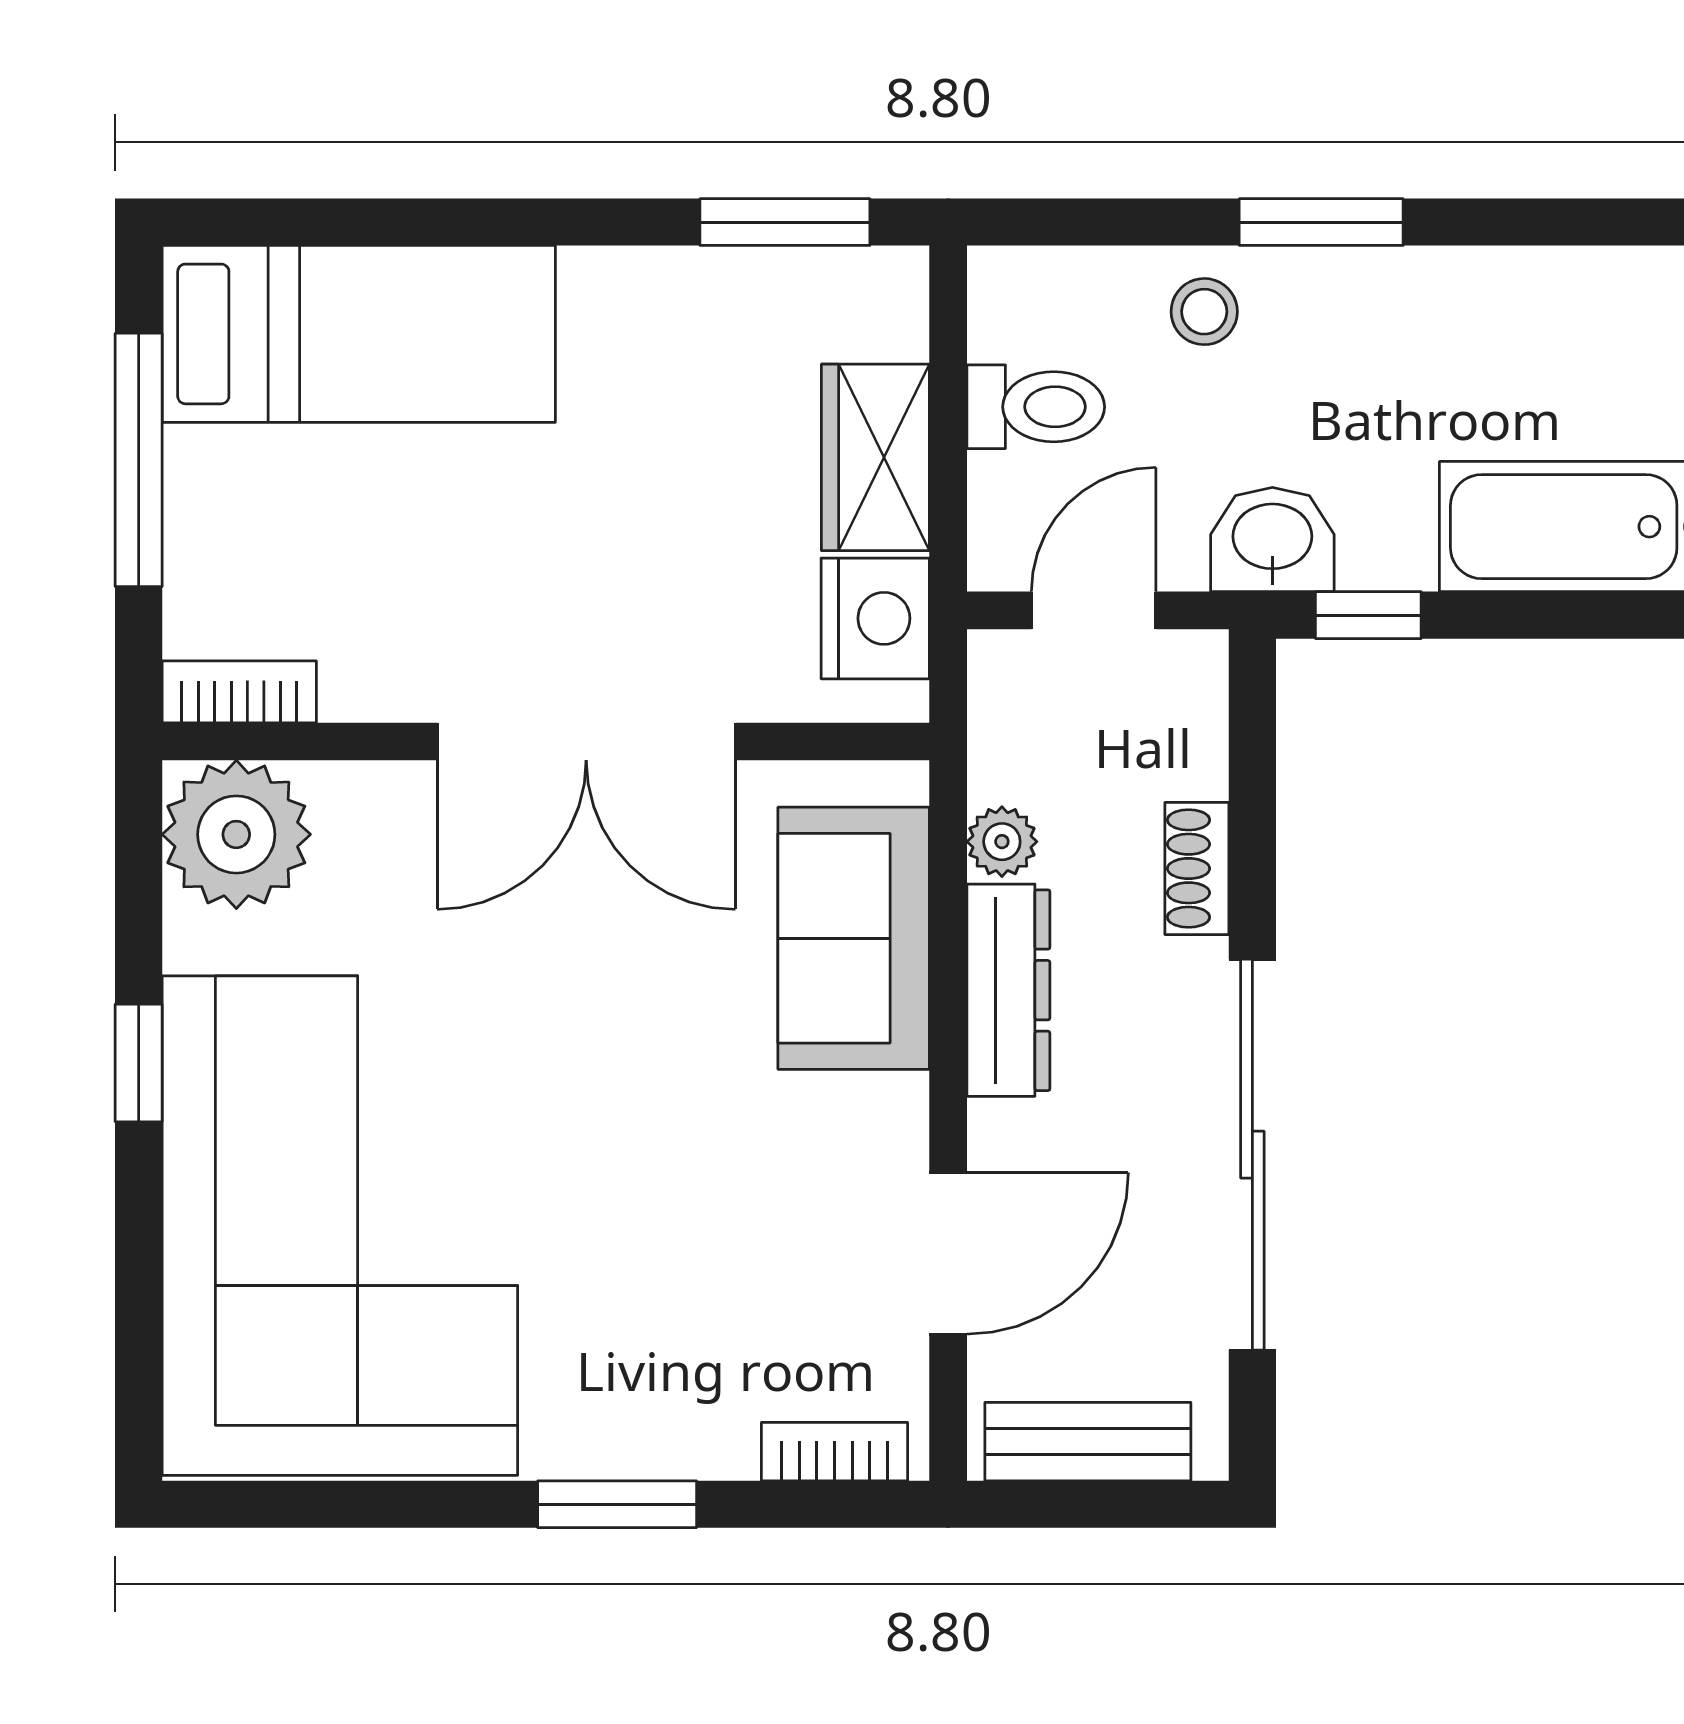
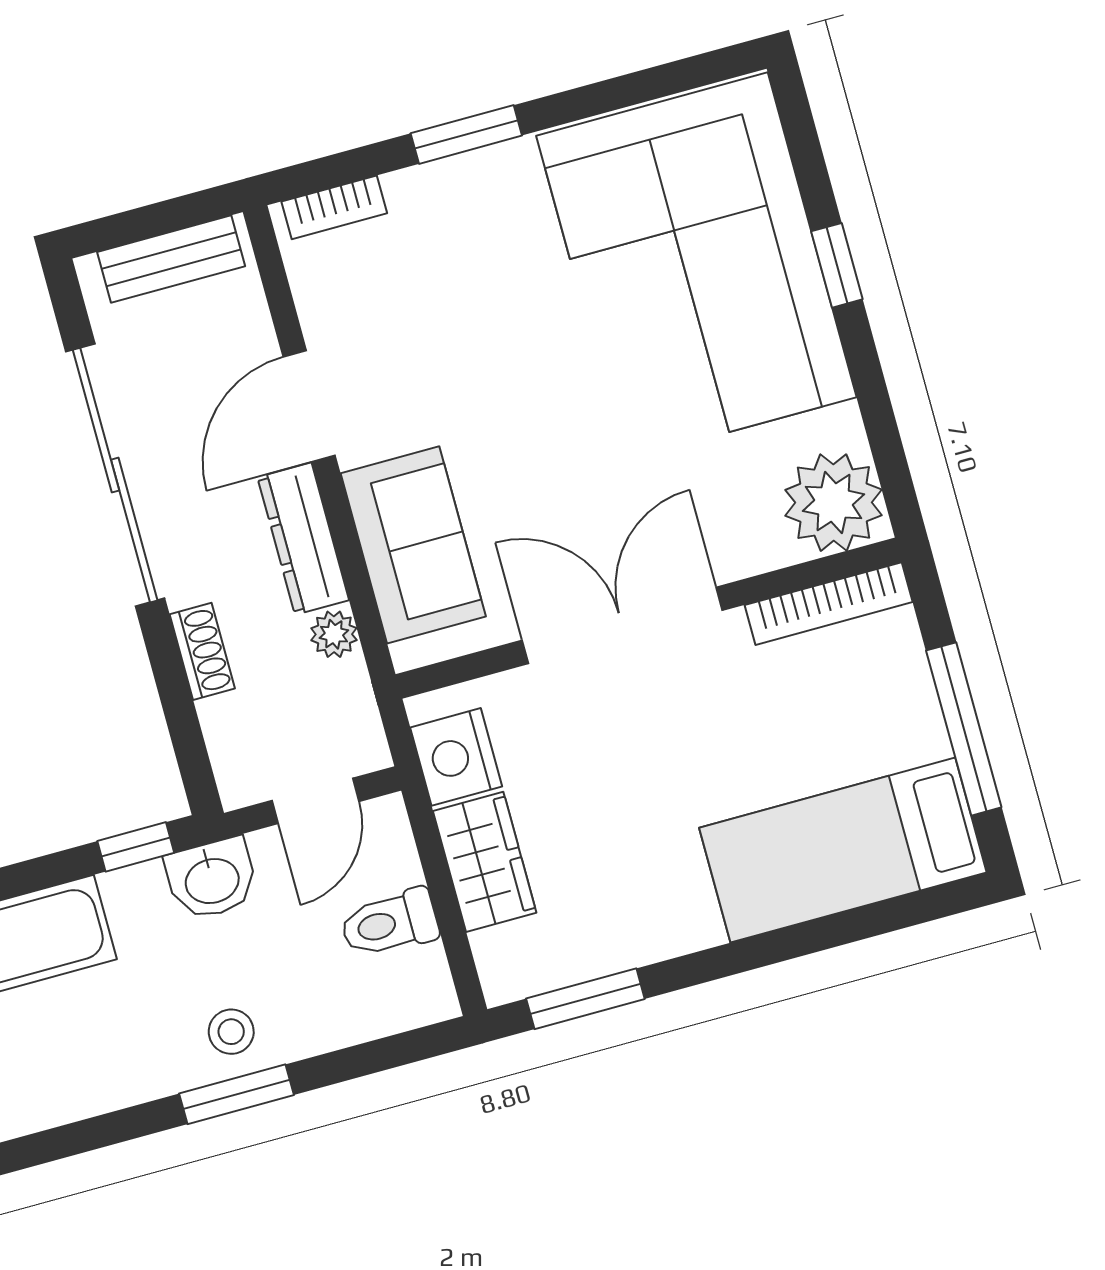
stool: (1204, 312) -> (231, 1032), moved
bookcase: (239, 692) -> (829, 604), width x1.56
window: (139, 1063) -> (837, 265), moved
door: (948, 1253) -> (309, 406), moved

